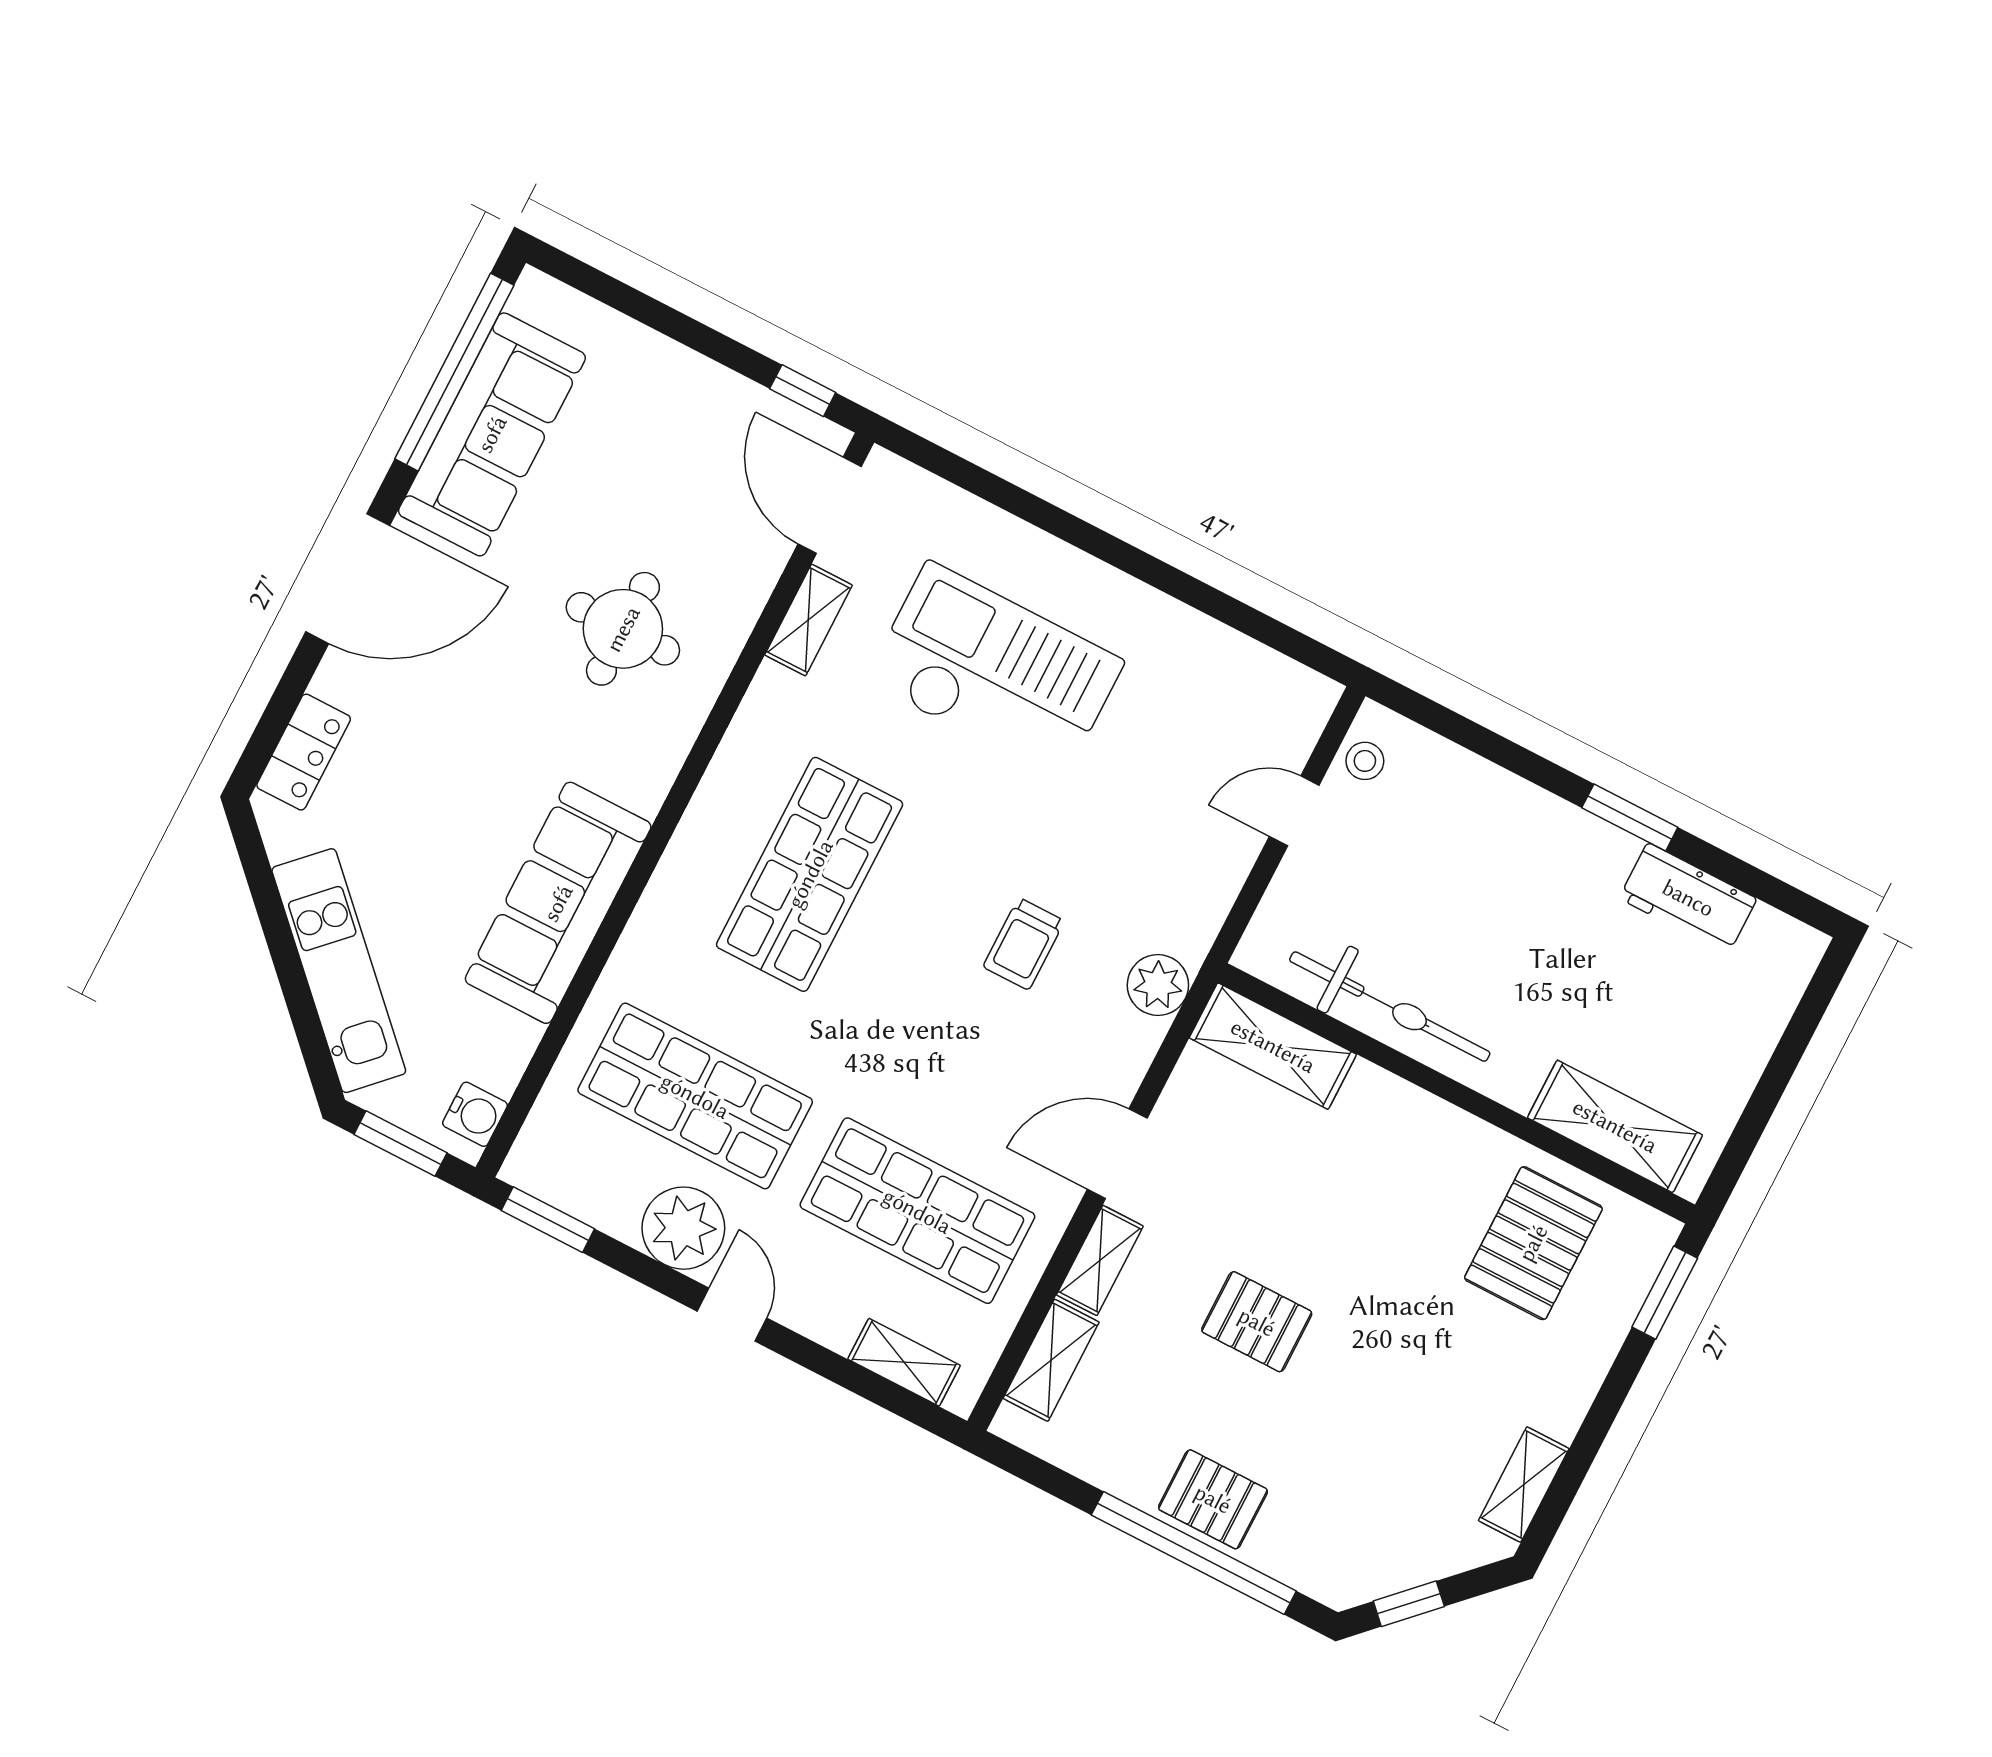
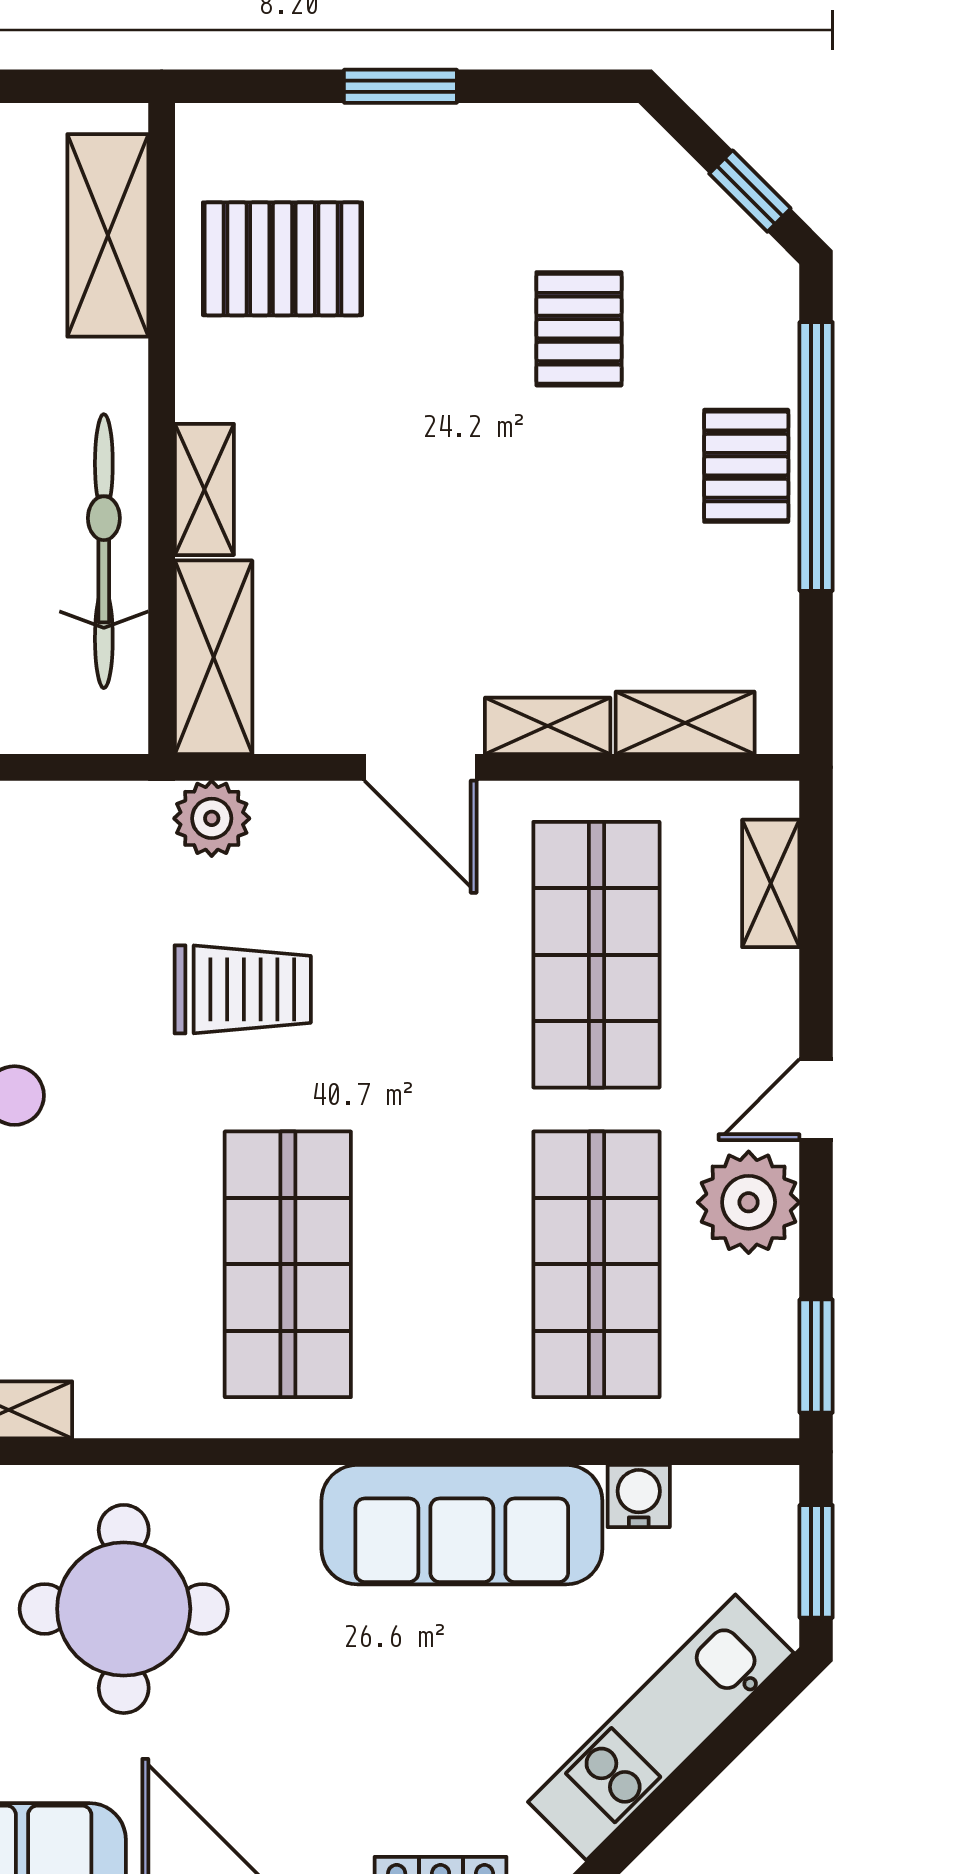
round table: (623, 629) -> (124, 1609), width x1.36, depth x1.36
shop shelf: (810, 874) -> (288, 1264), turned 90
trolley: (1024, 944) -> (243, 989), width x1.36, depth x1.39
water cooler: (475, 1114) -> (639, 1496), moved
window: (1665, 1293) -> (400, 86), moved
pallet: (1257, 1322) -> (579, 329), moved
shelving: (1524, 1485) -> (204, 489), moved, turned 90

